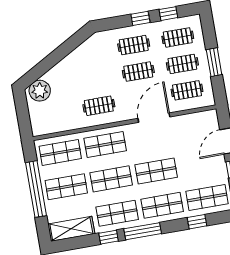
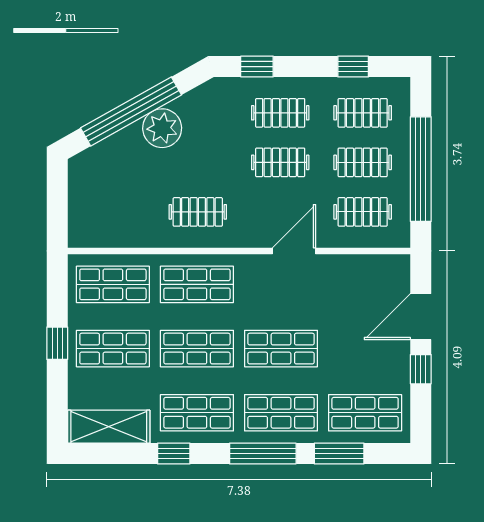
window: (140, 18) -> (257, 67), moved
window: (54, 58) -> (131, 111), added
window: (214, 62) -> (421, 169), width x2.11
plant: (40, 91) -> (162, 128), moved
door: (154, 118) -> (294, 251), width x0.73
window: (36, 189) -> (57, 343), width x0.32
window: (197, 222) -> (339, 453), width x1.50
window: (143, 231) -> (263, 453), moved

